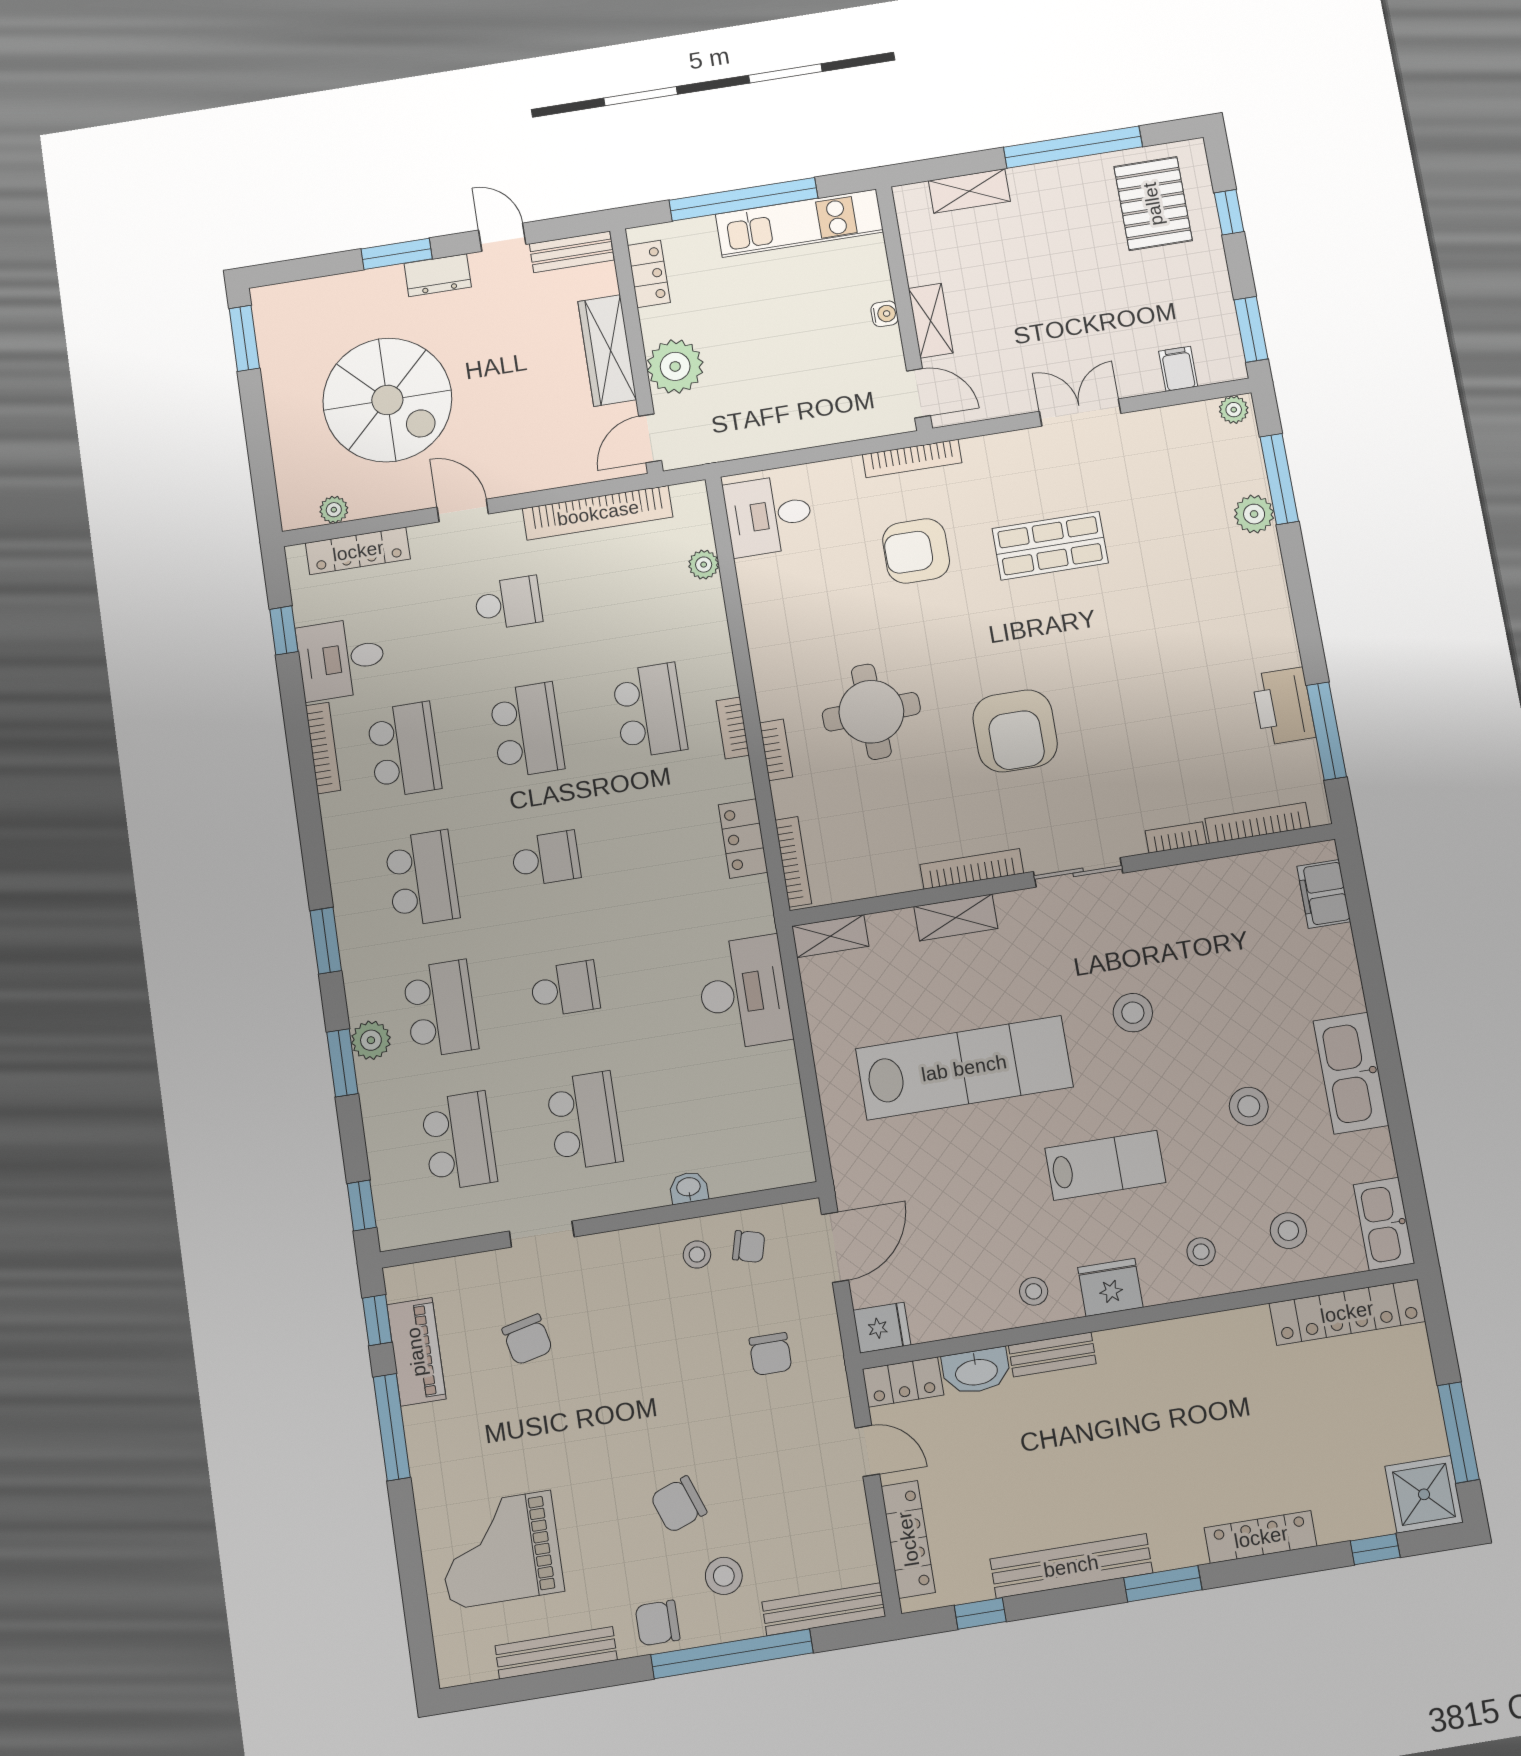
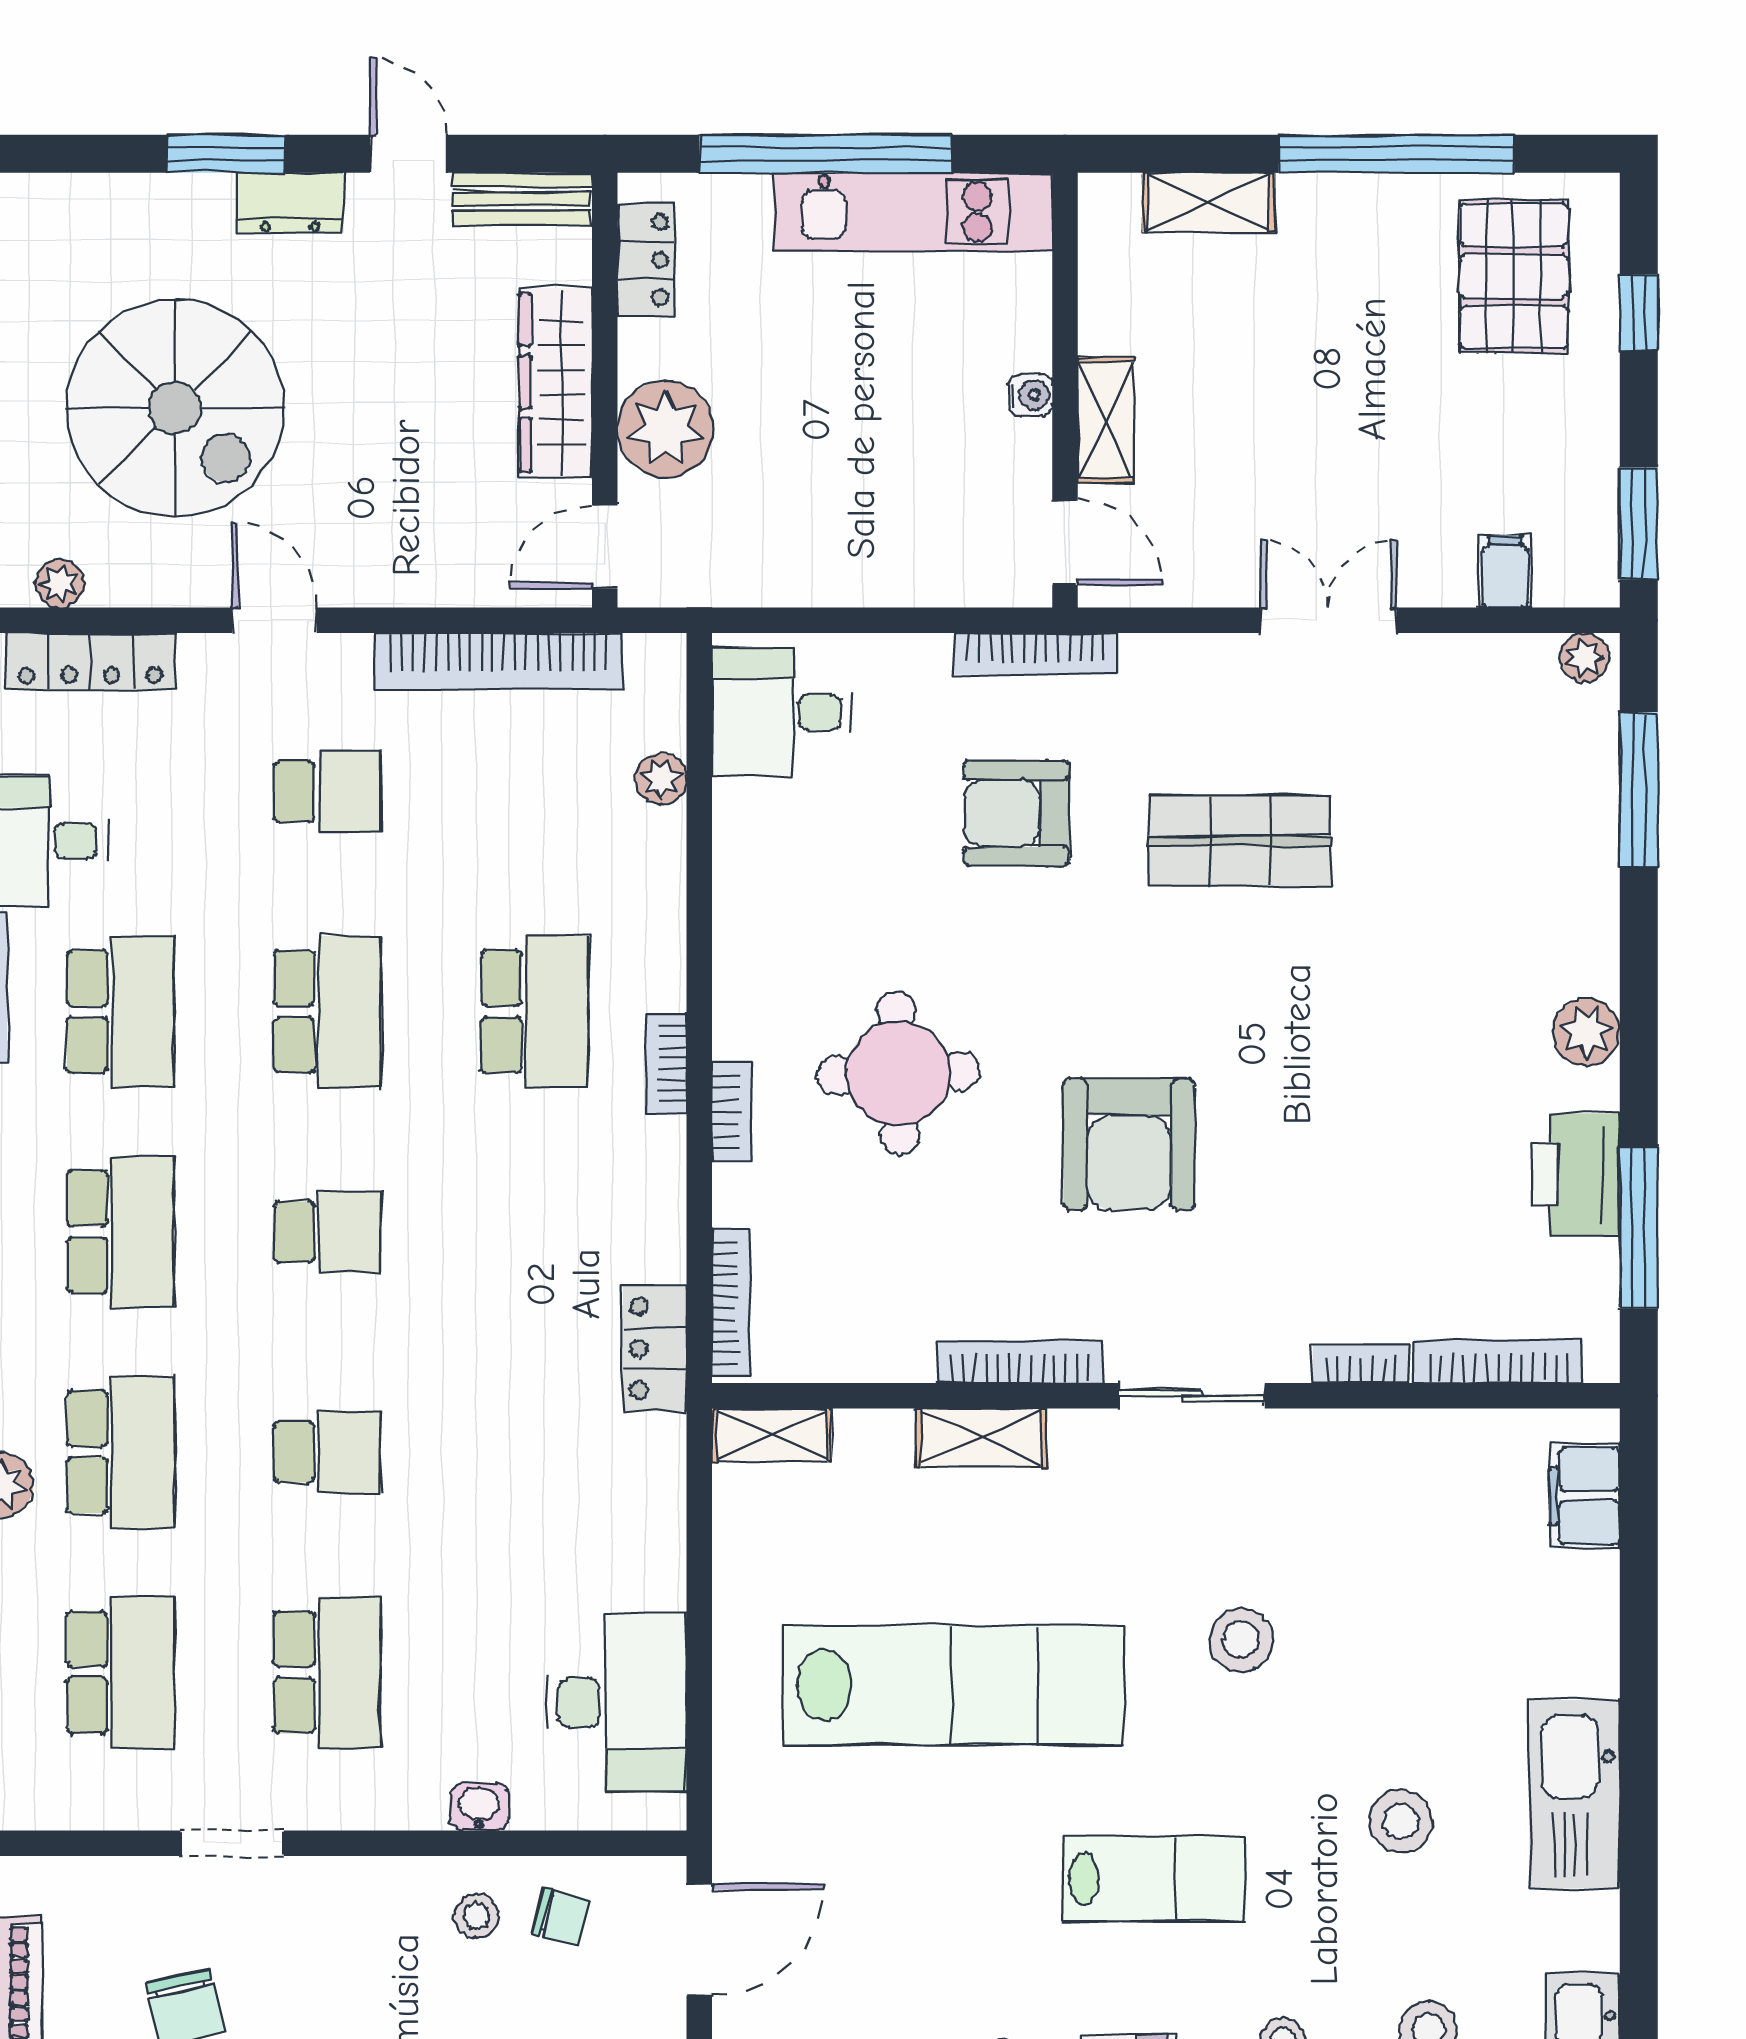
plant: (1254, 514) -> (1586, 1032), moved
locker: (743, 839) -> (655, 1348), moved
desk: (744, 993) -> (617, 1702), moved

